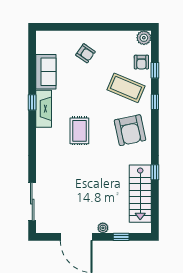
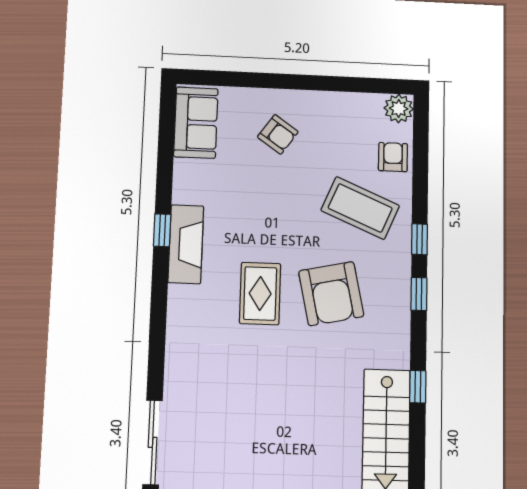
armchair: (141, 62) -> (393, 157), turned 180
window: (155, 70) -> (419, 294), moved
sofa: (46, 72) -> (196, 123), moved
armchair: (130, 130) -> (331, 294), moved

